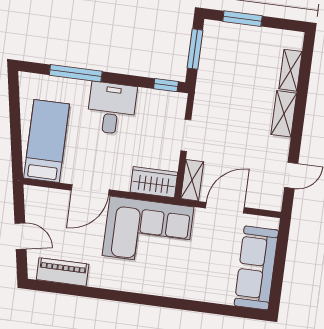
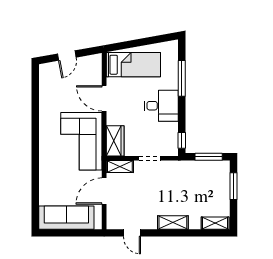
shelving: (291, 70) -> (215, 223), moved
door: (225, 208) -> (104, 191), swing flipped
piano: (63, 272) -> (46, 87), removed

